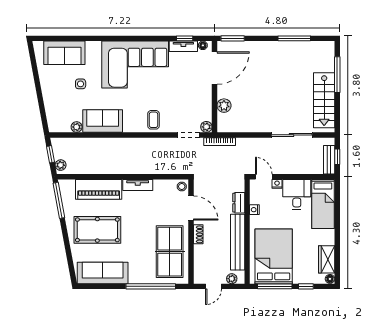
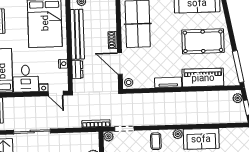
plant: (77, 127) -> (178, 134), moved

